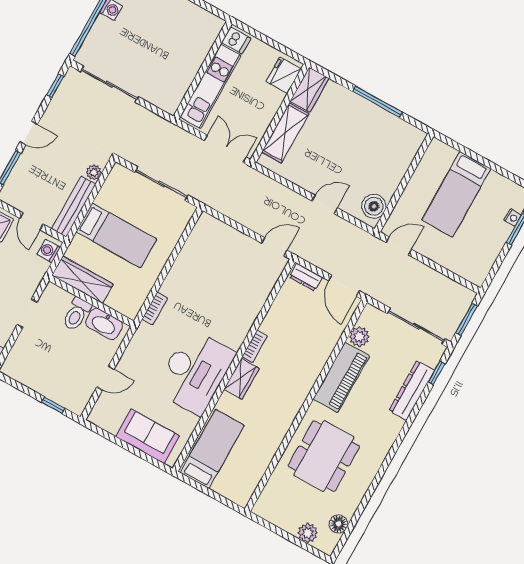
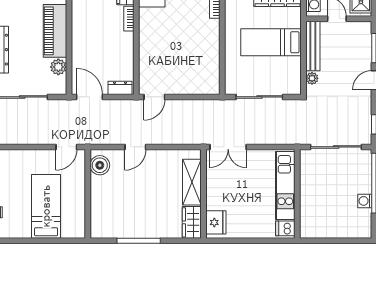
dishwasher: (236, 40) -> (285, 228), moved
wall: (203, 70) -> (297, 194), moved
kitchen unit: (210, 86) -> (285, 186), moved

